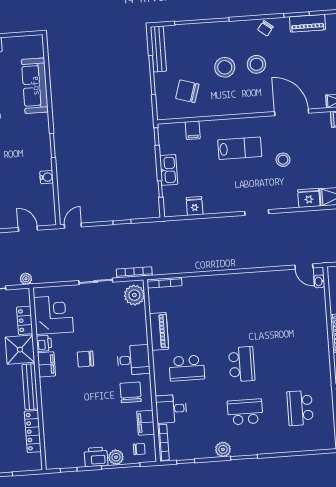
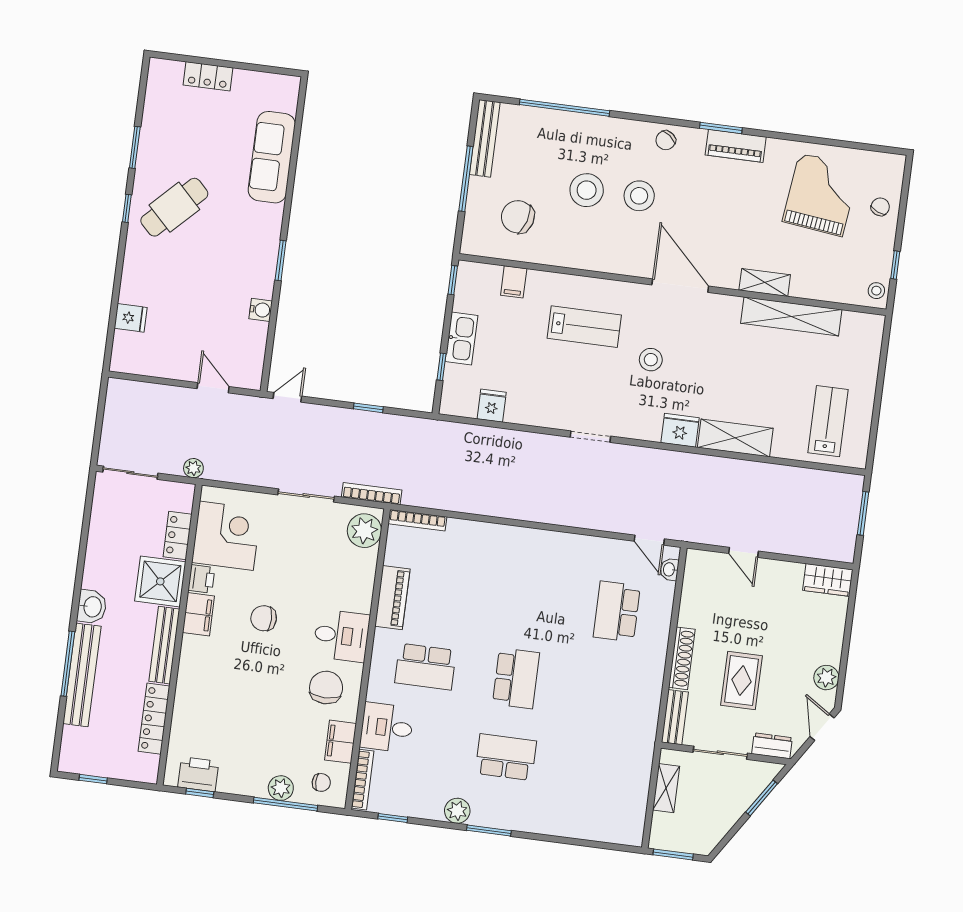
school desk: (300, 408) -> (617, 611), moved
printer: (96, 457) -> (198, 774), moved

